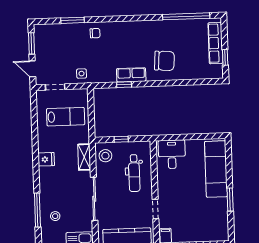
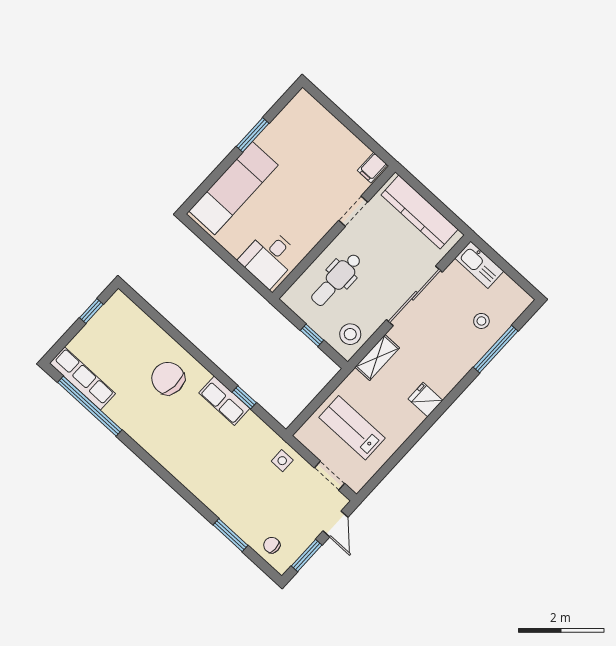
chair: (95, 33) -> (272, 545), moved
row of seats: (215, 43) -> (82, 378), moved, turned -90
dental chair: (134, 173) -> (336, 280), turned 180

